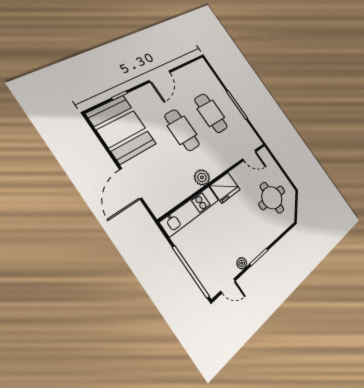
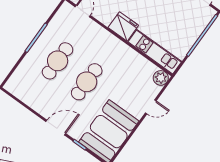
door: (160, 76) -> (56, 128), moved
plant: (202, 177) -> (161, 78), moved
door: (131, 184) -> (151, 107), width x0.53

